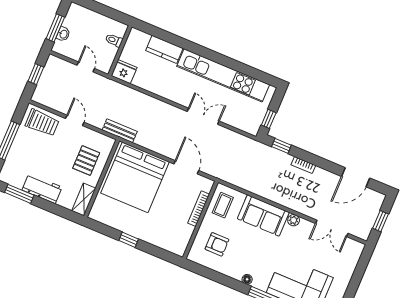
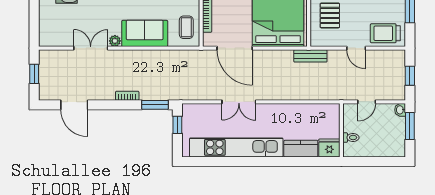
washbasin: (63, 34) -> (400, 110), moved
door: (86, 67) -> (367, 102), hinge flipped
fridge: (124, 72) -> (329, 148), moved, turned 180
window: (281, 146) -> (155, 105), width x1.50
door: (186, 167) -> (235, 48), width x1.36
door: (356, 177) -> (74, 105), swing flipped
double door: (332, 228) -> (91, 48), moved

